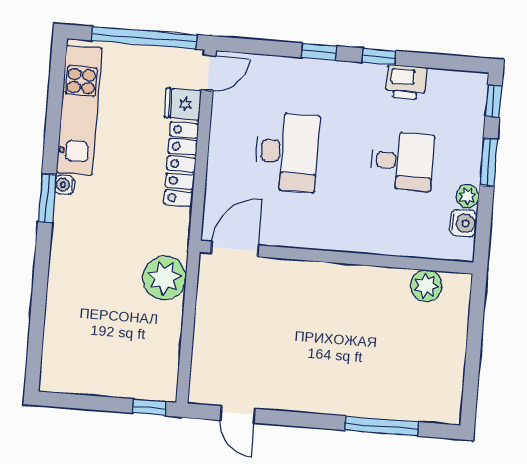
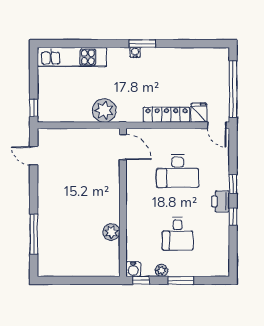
printer: (406, 82) -> (220, 201), moved
window: (494, 101) -> (141, 280), moved
kitchen unit: (79, 110) -> (72, 57), moved
water cooler: (65, 185) -> (135, 52), moved
water cooler: (463, 223) -> (133, 269), moved
plant: (426, 286) -> (111, 232), moved
door: (238, 414) -> (34, 156), hinge flipped

